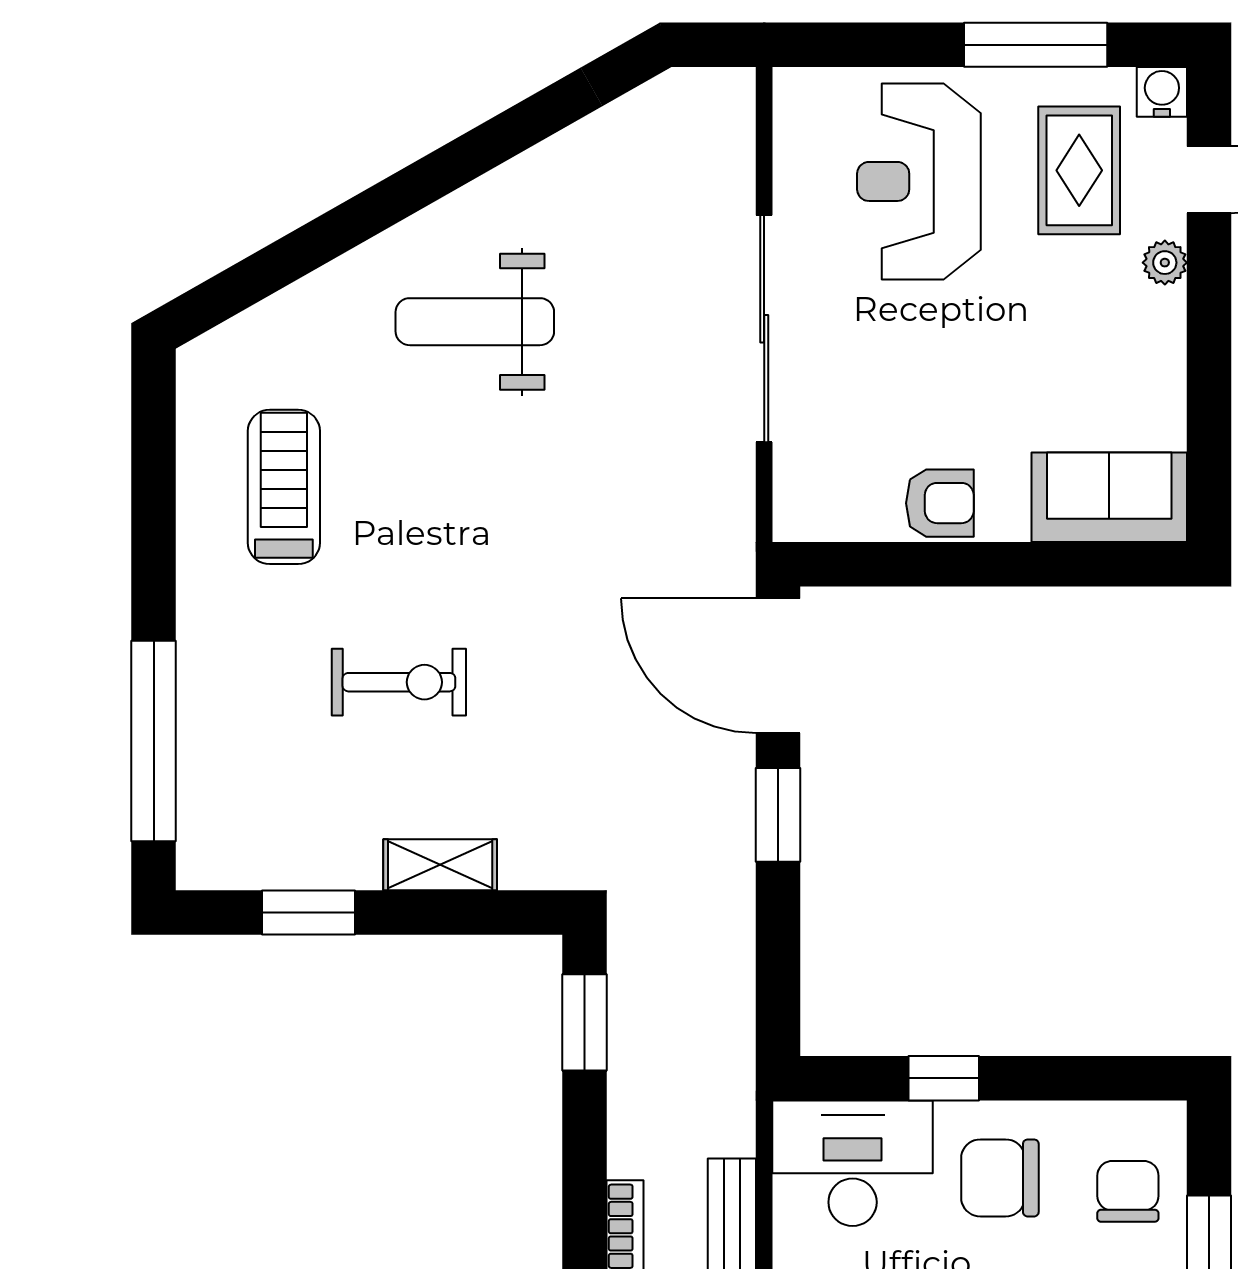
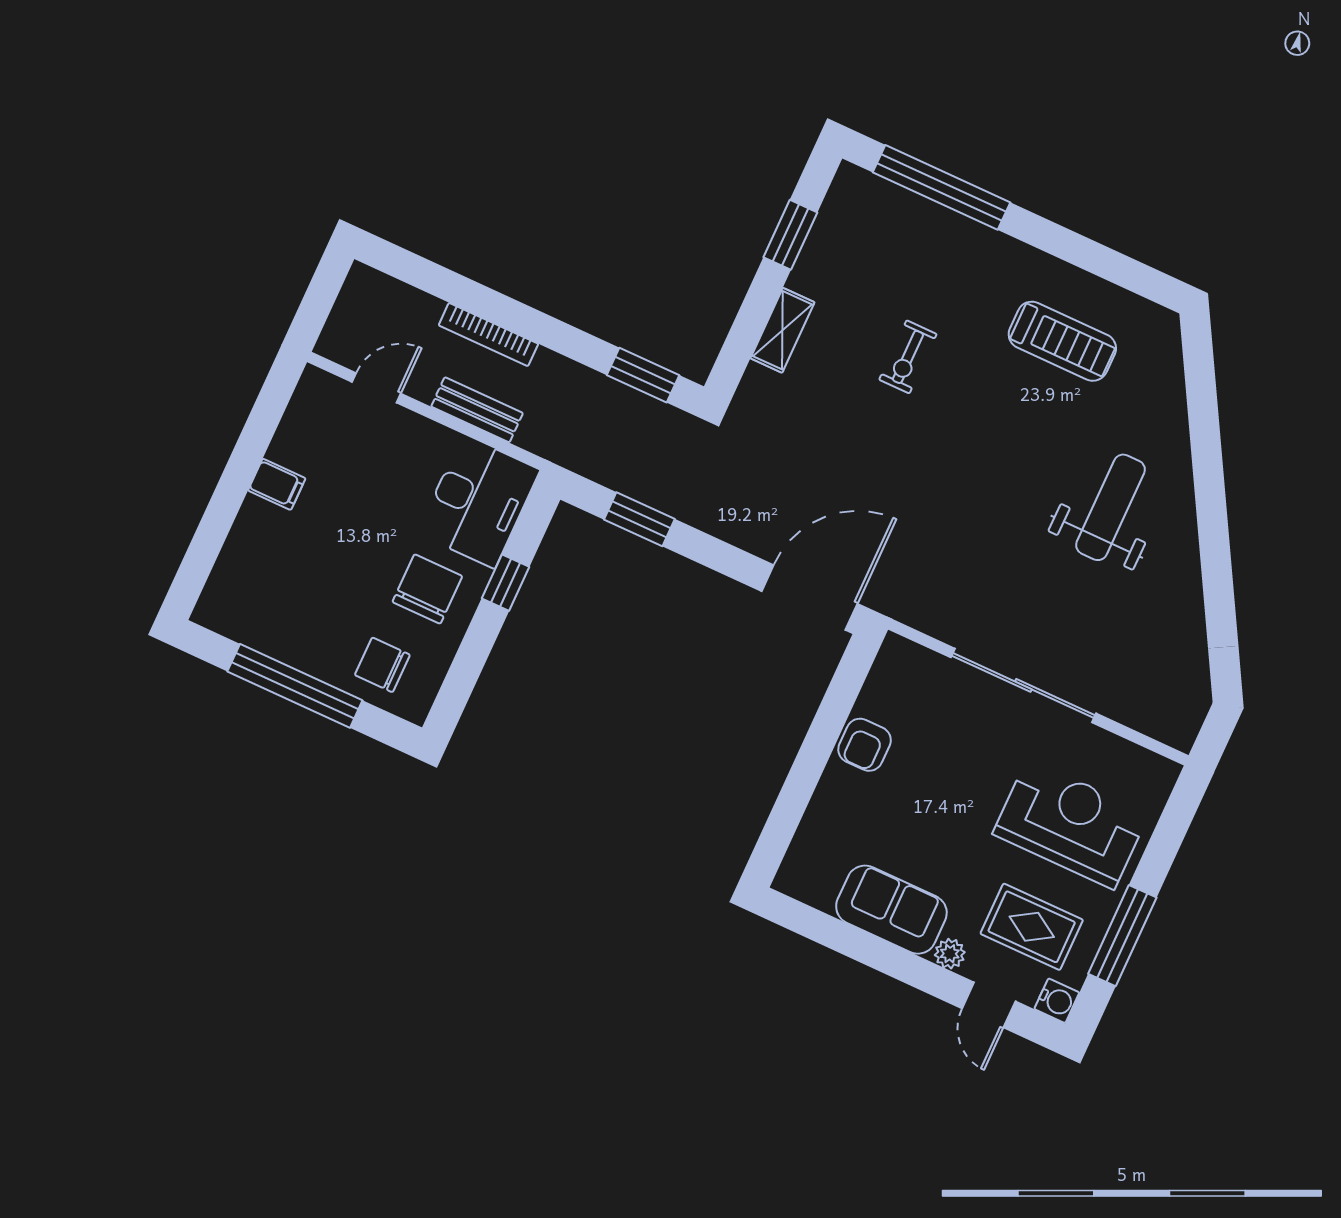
sofa: (1109, 497) -> (891, 910), moved, turned -90
exercise bike: (399, 682) -> (908, 357), width x0.73, depth x0.72
window: (778, 815) -> (639, 519), moved
chair: (1128, 1191) -> (382, 665), turned 180

